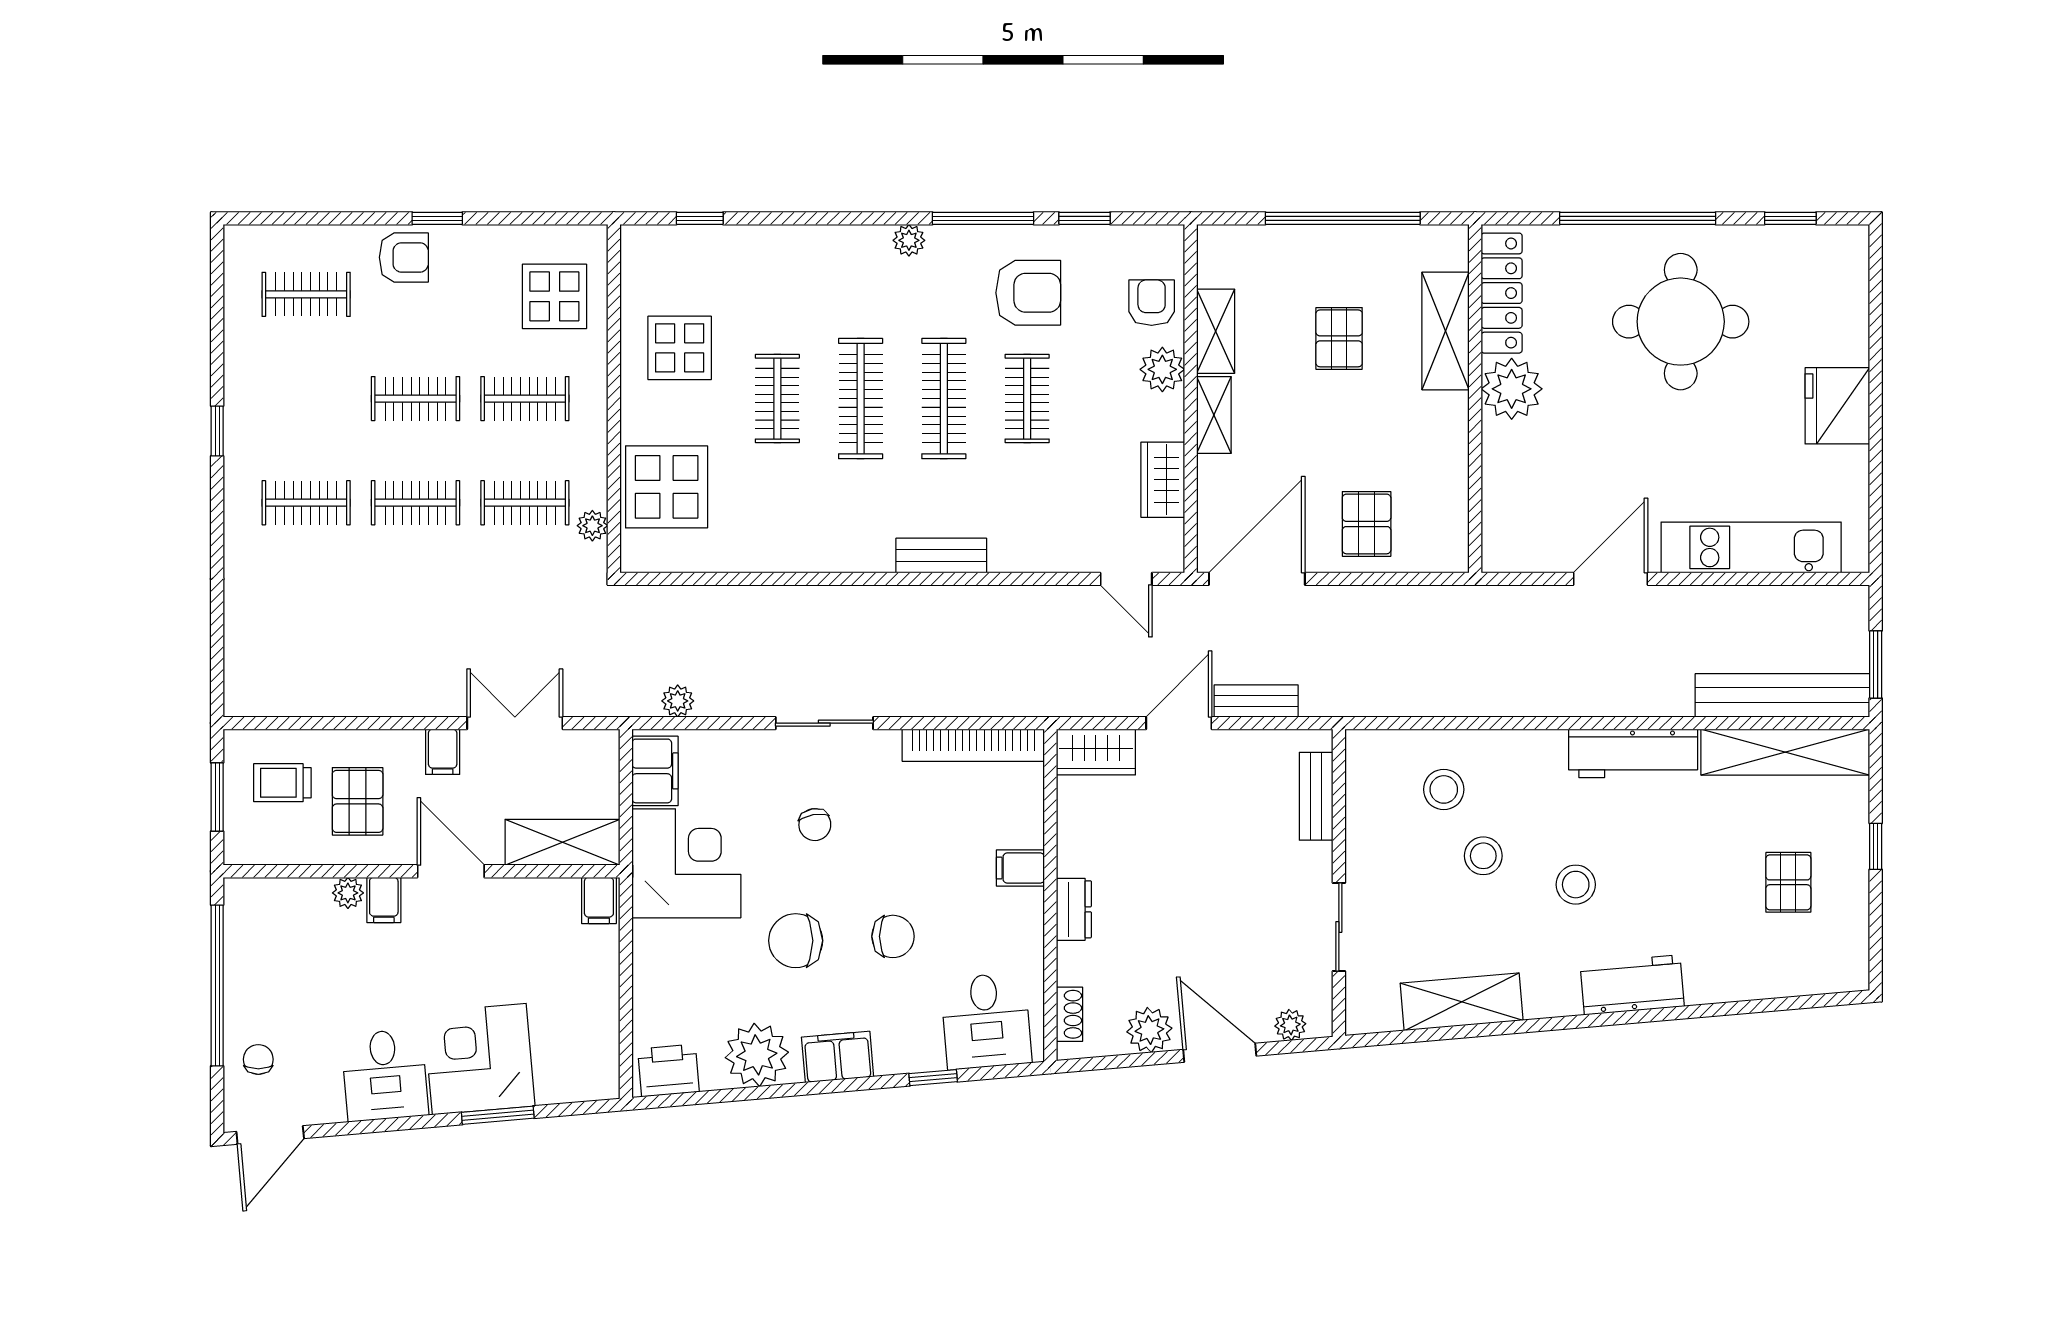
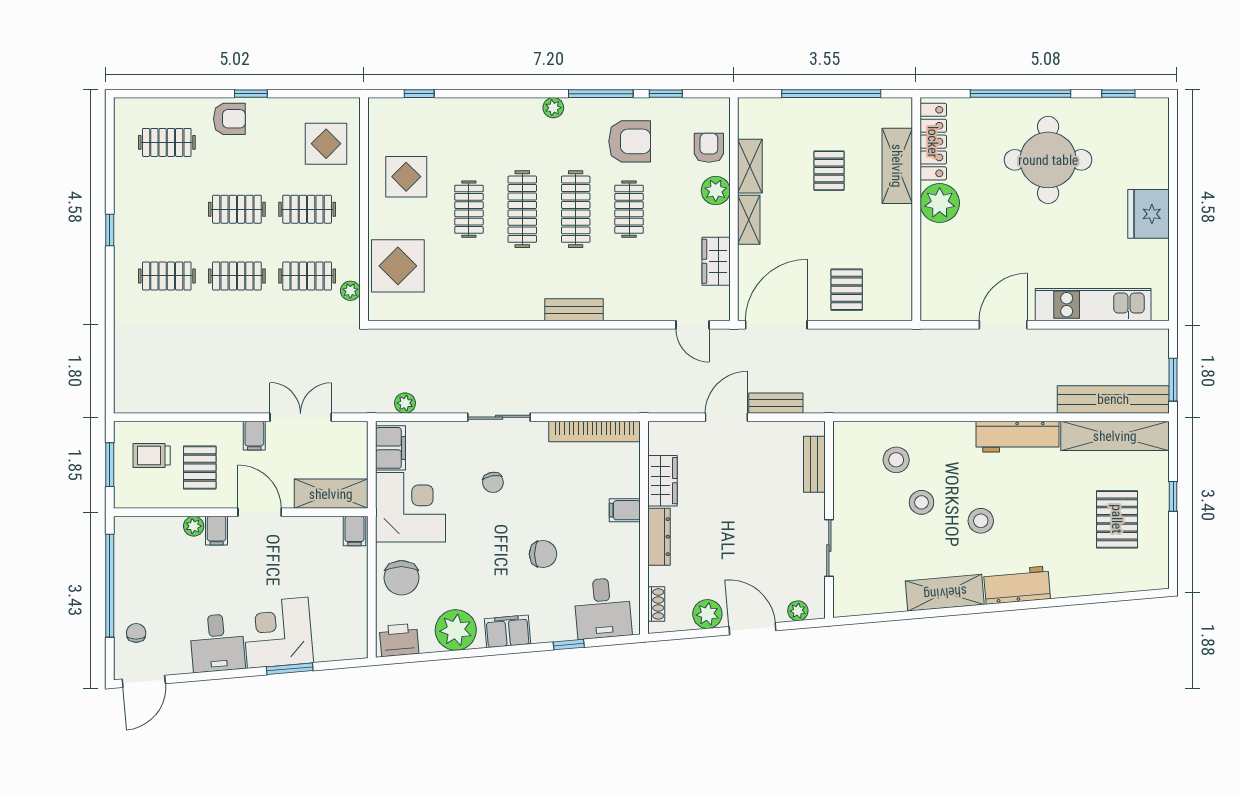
wardrobe: (1096, 752) -> (663, 481), moved, turned -90
pallet: (1788, 882) -> (1117, 519), width x1.50, depth x1.42
dresser: (1074, 909) -> (659, 537), width x1.44
chair: (796, 941) -> (401, 578), moved, turned -90
shelving: (1462, 1002) -> (945, 593), moved

